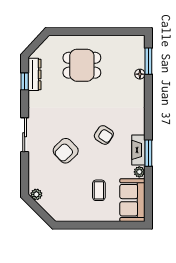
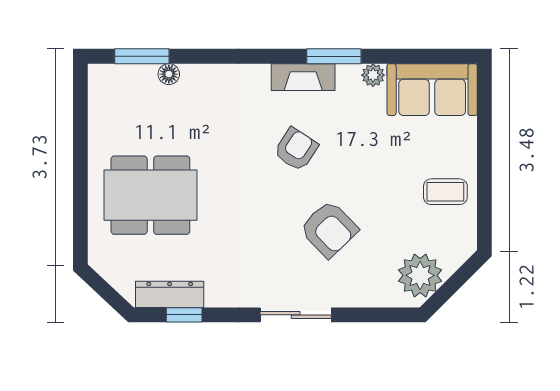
dining table: (82, 65) -> (150, 195), width x1.38
fireplace: (138, 150) -> (303, 77), moved
coffee table: (99, 190) -> (445, 192), moved
plant: (36, 194) -> (420, 275), width x1.88, depth x1.88

